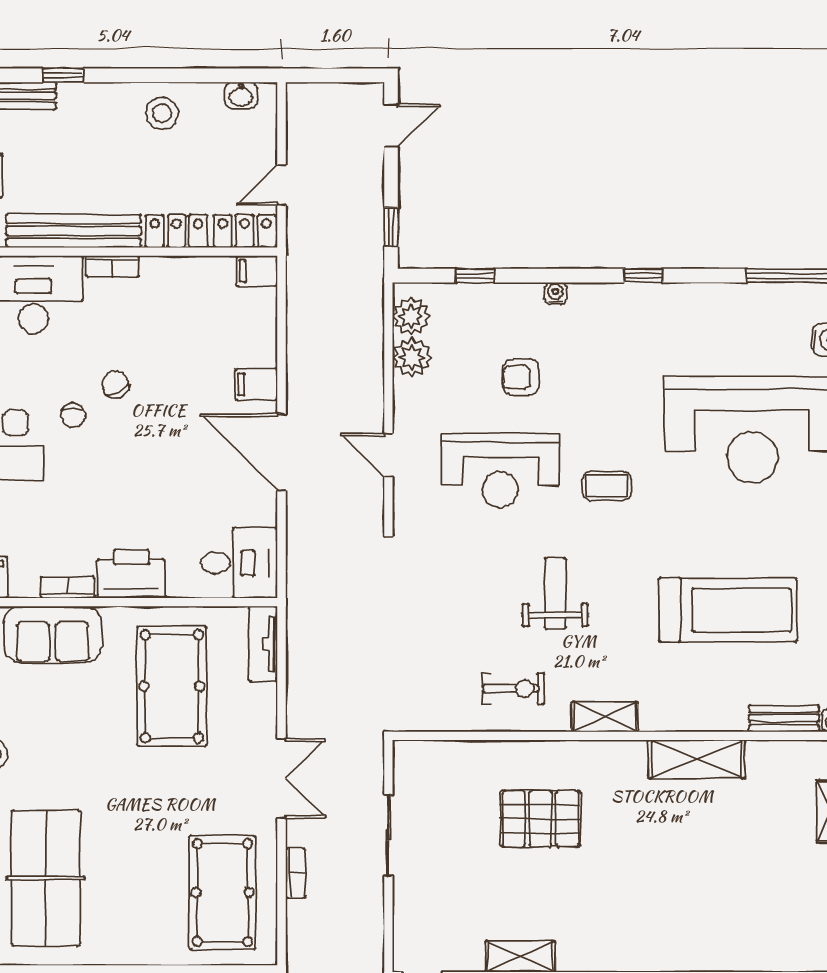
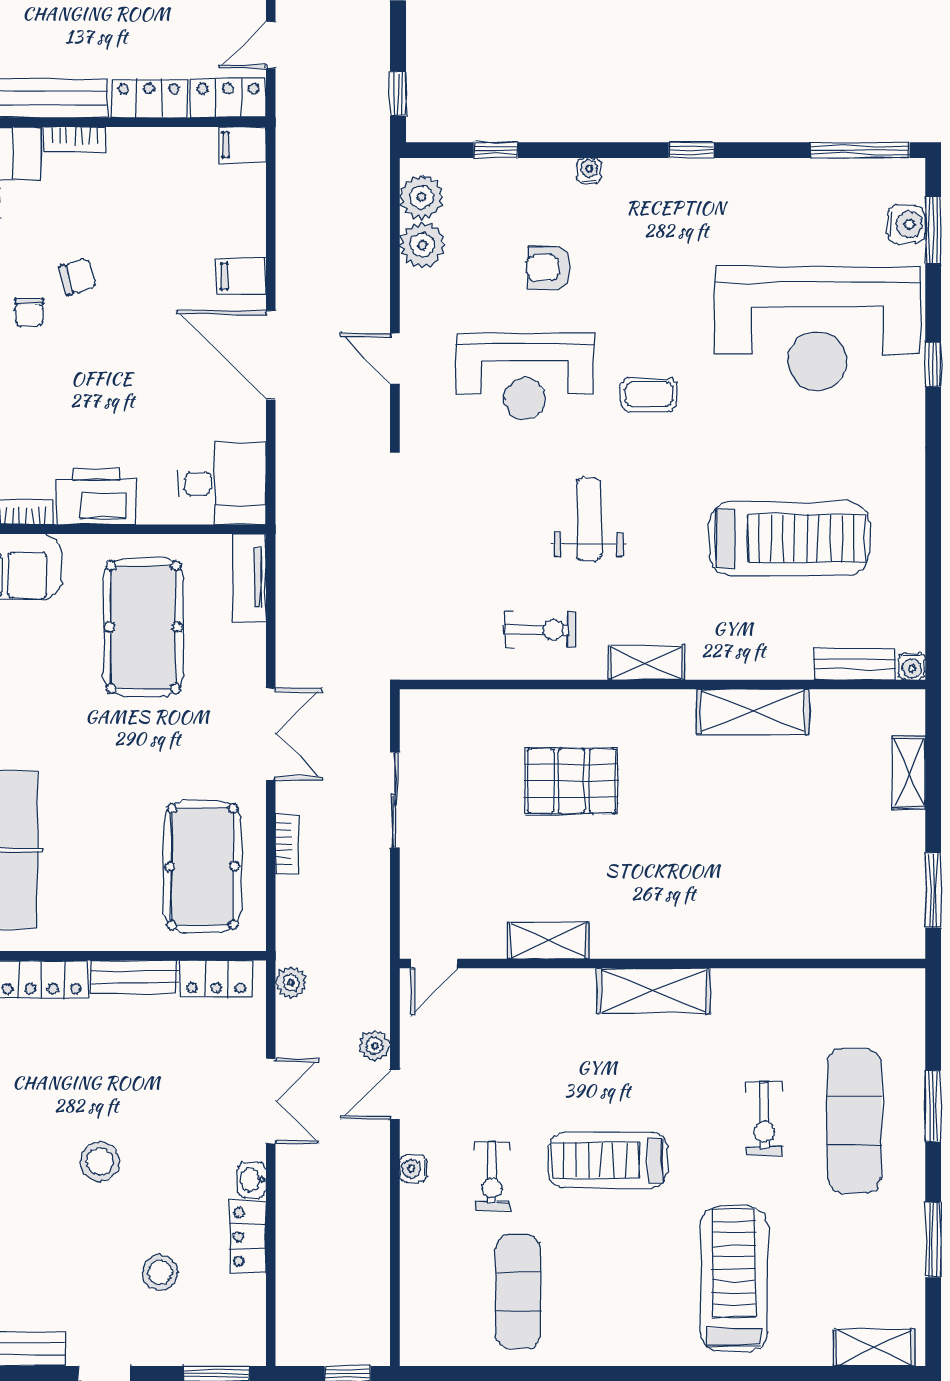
chair: (115, 385) -> (78, 277), turned 99

